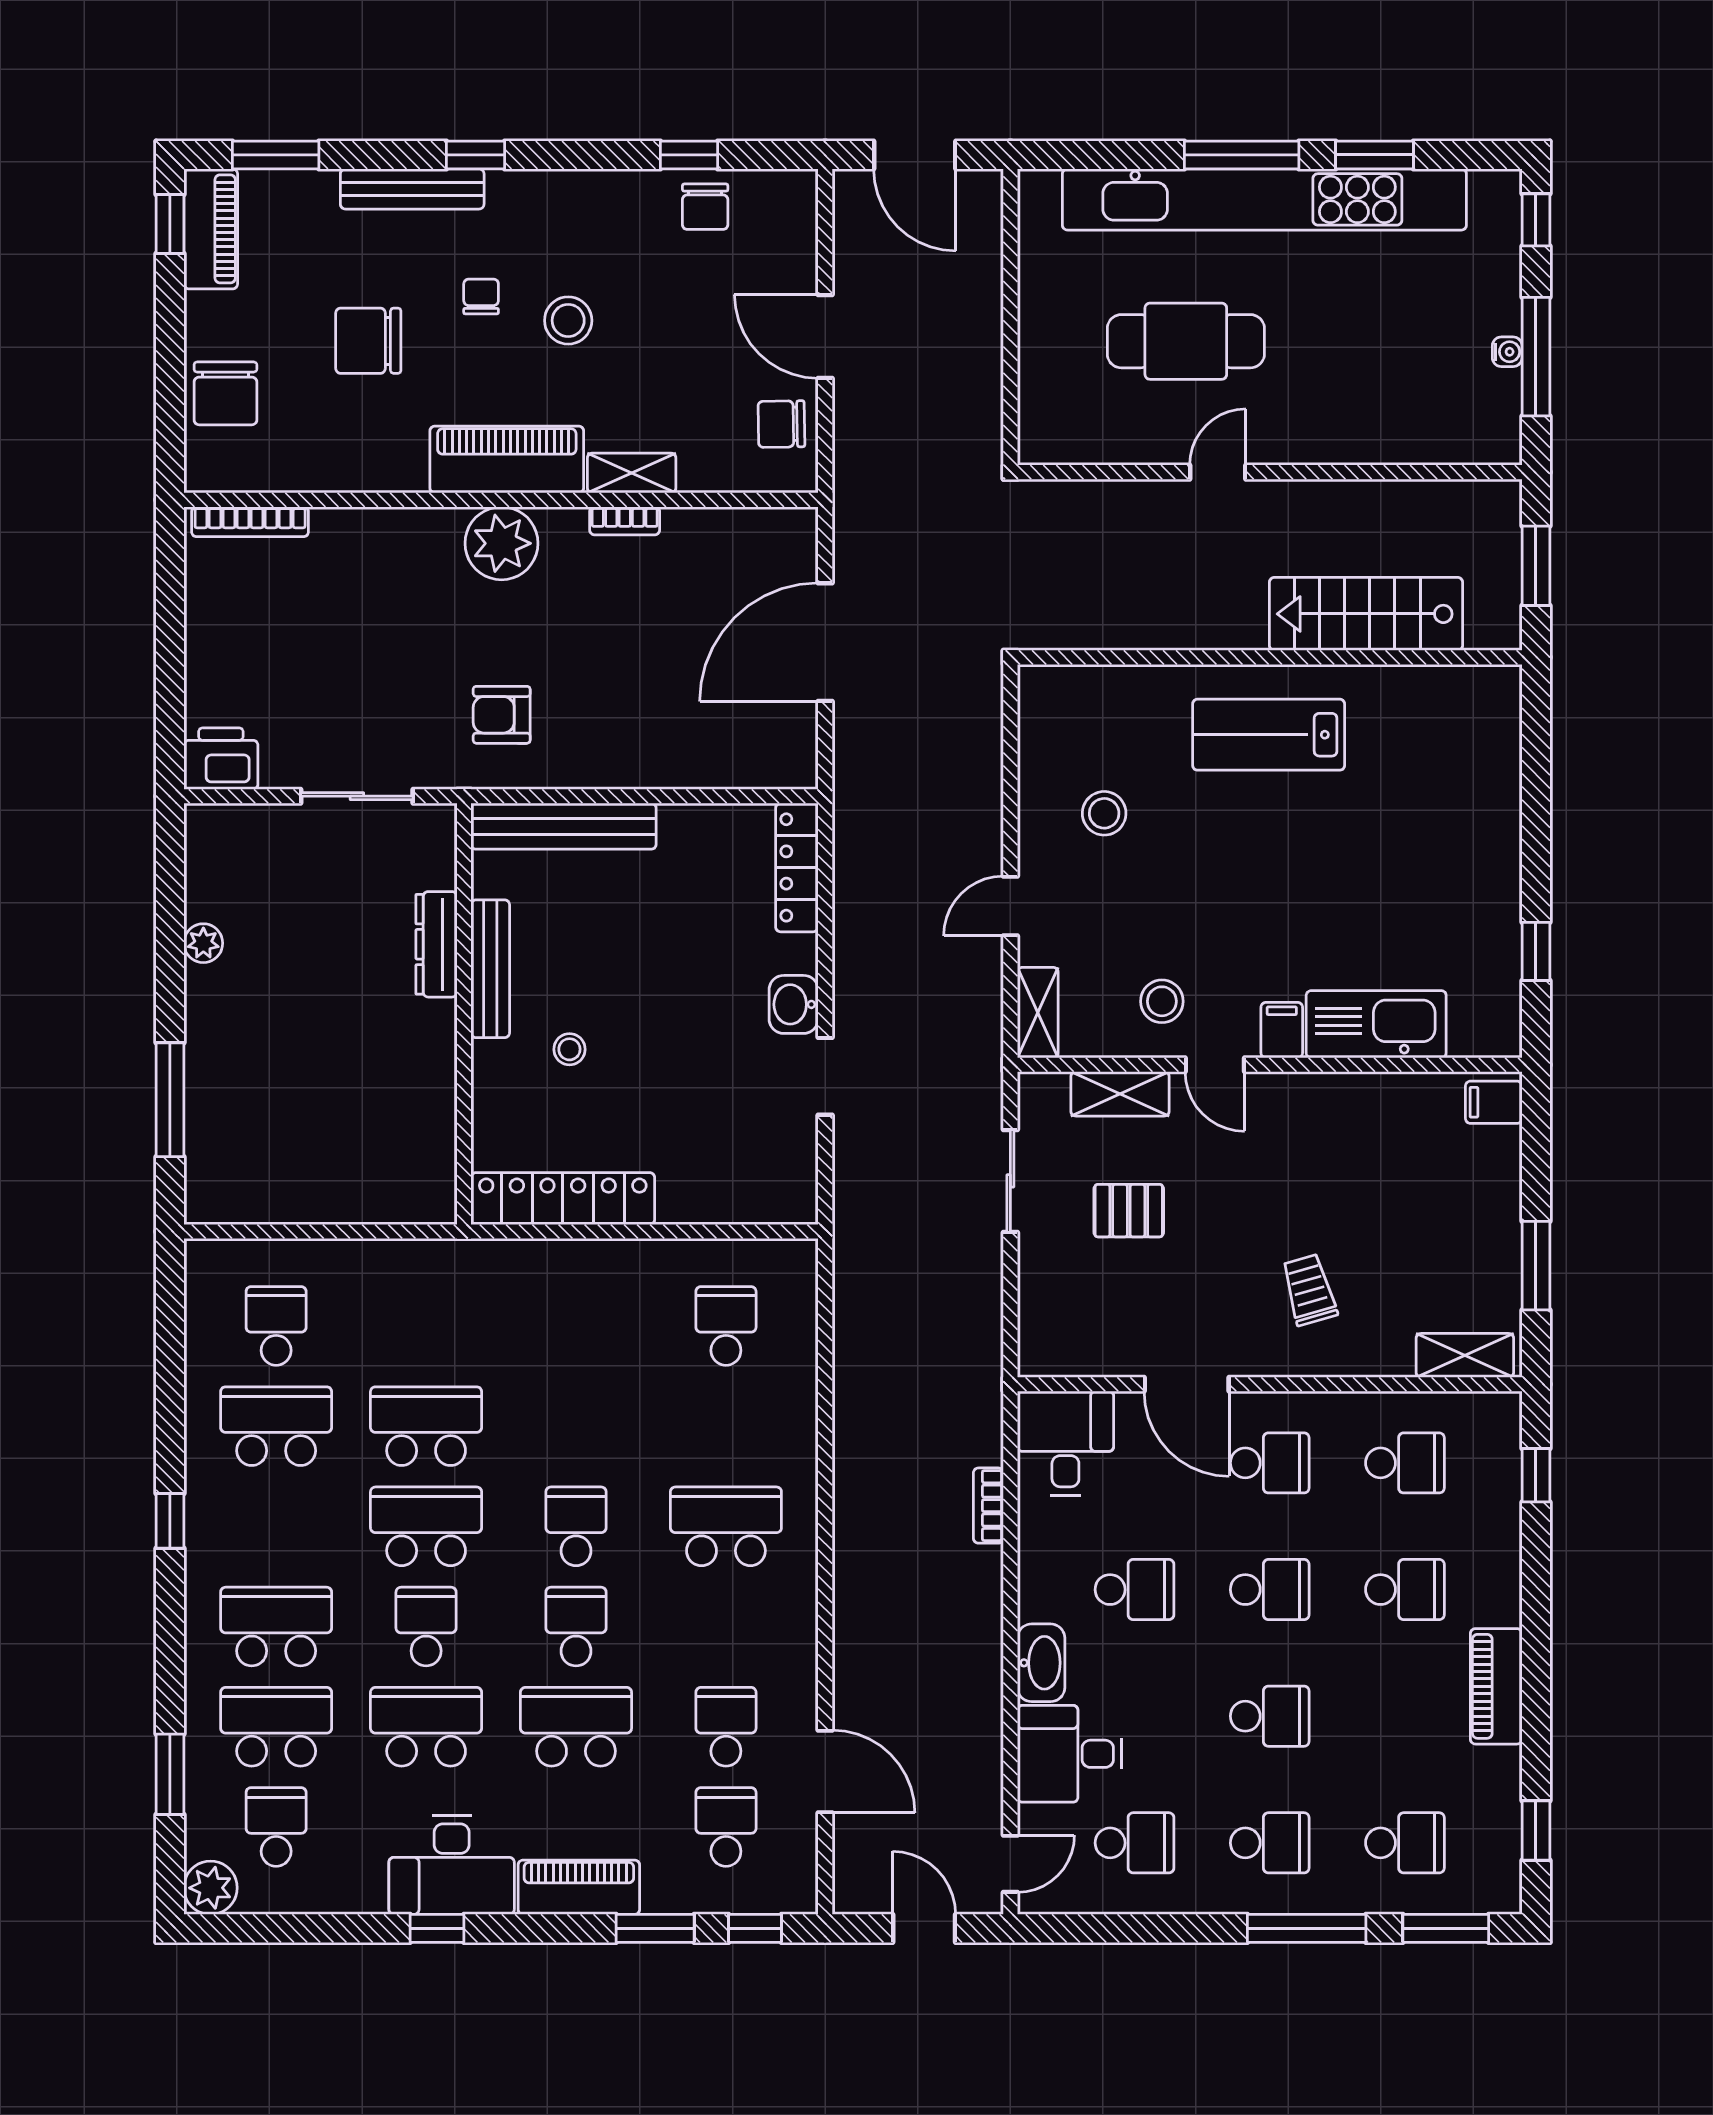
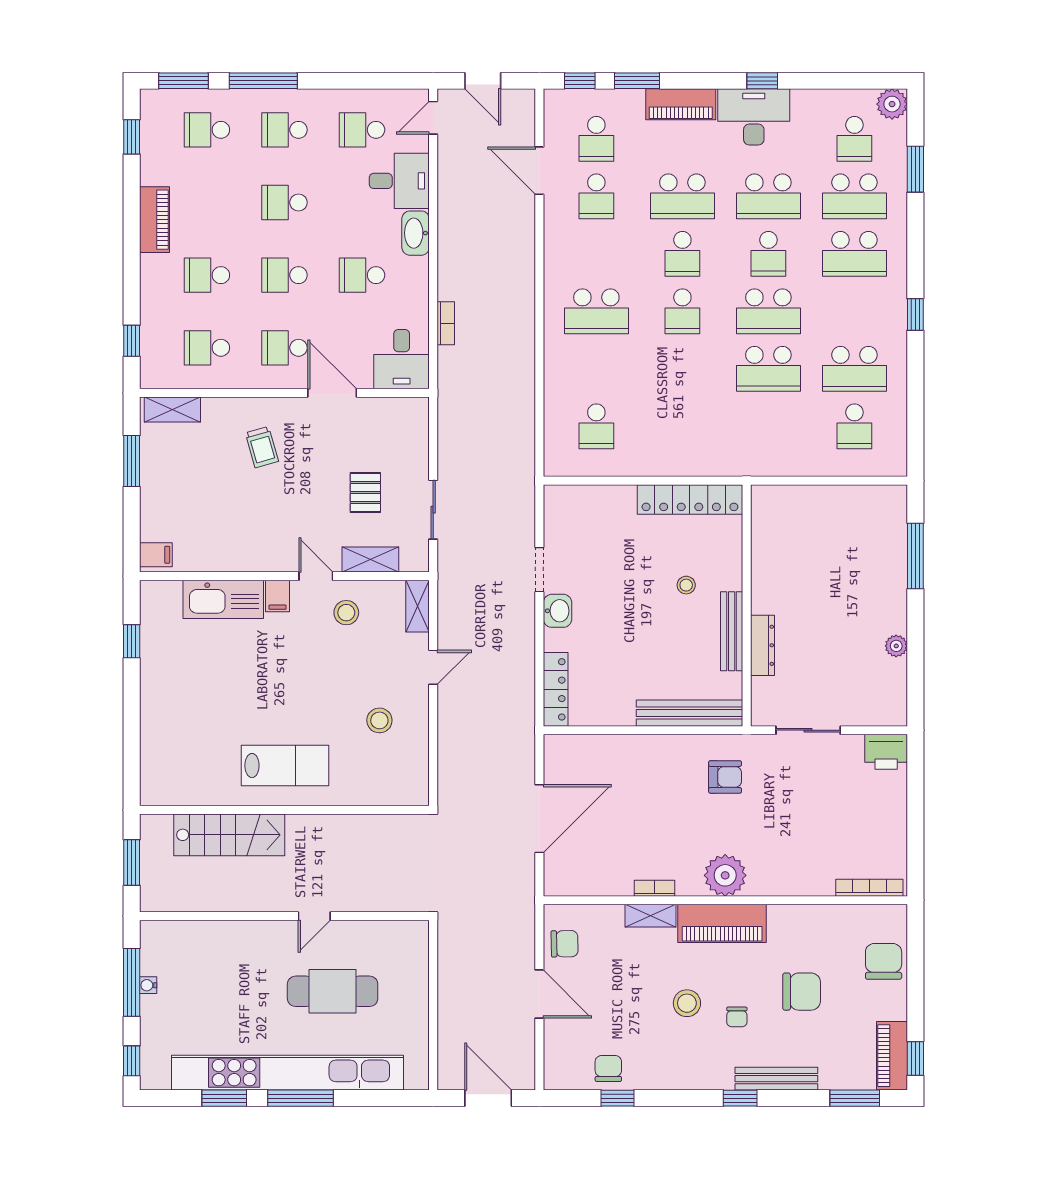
pallet: (1129, 1211) -> (365, 493), turned 90

